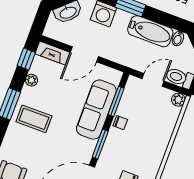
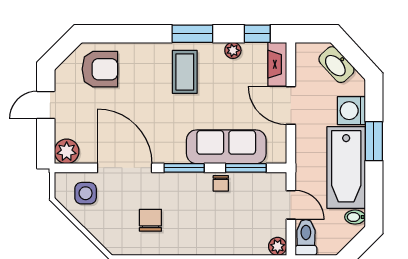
bathtub: (150, 31) -> (346, 167), width x1.36, depth x1.36

